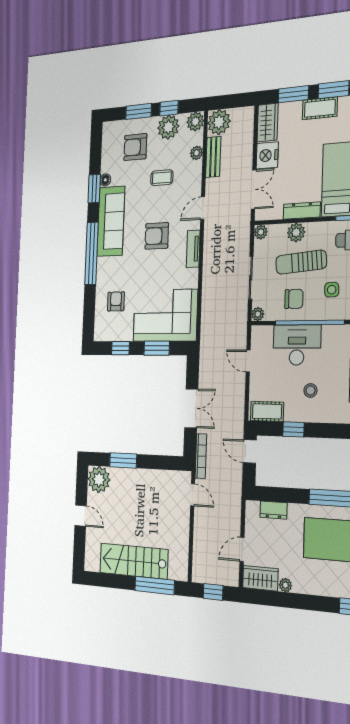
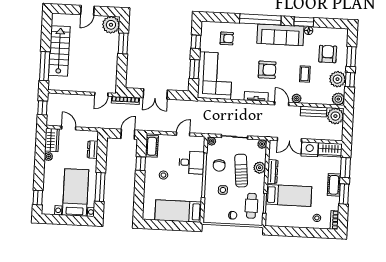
plant: (197, 153) -> (296, 99), moved
armchair: (157, 236) -> (267, 70), turned 90
desk: (297, 345) -> (191, 163), width x0.73

